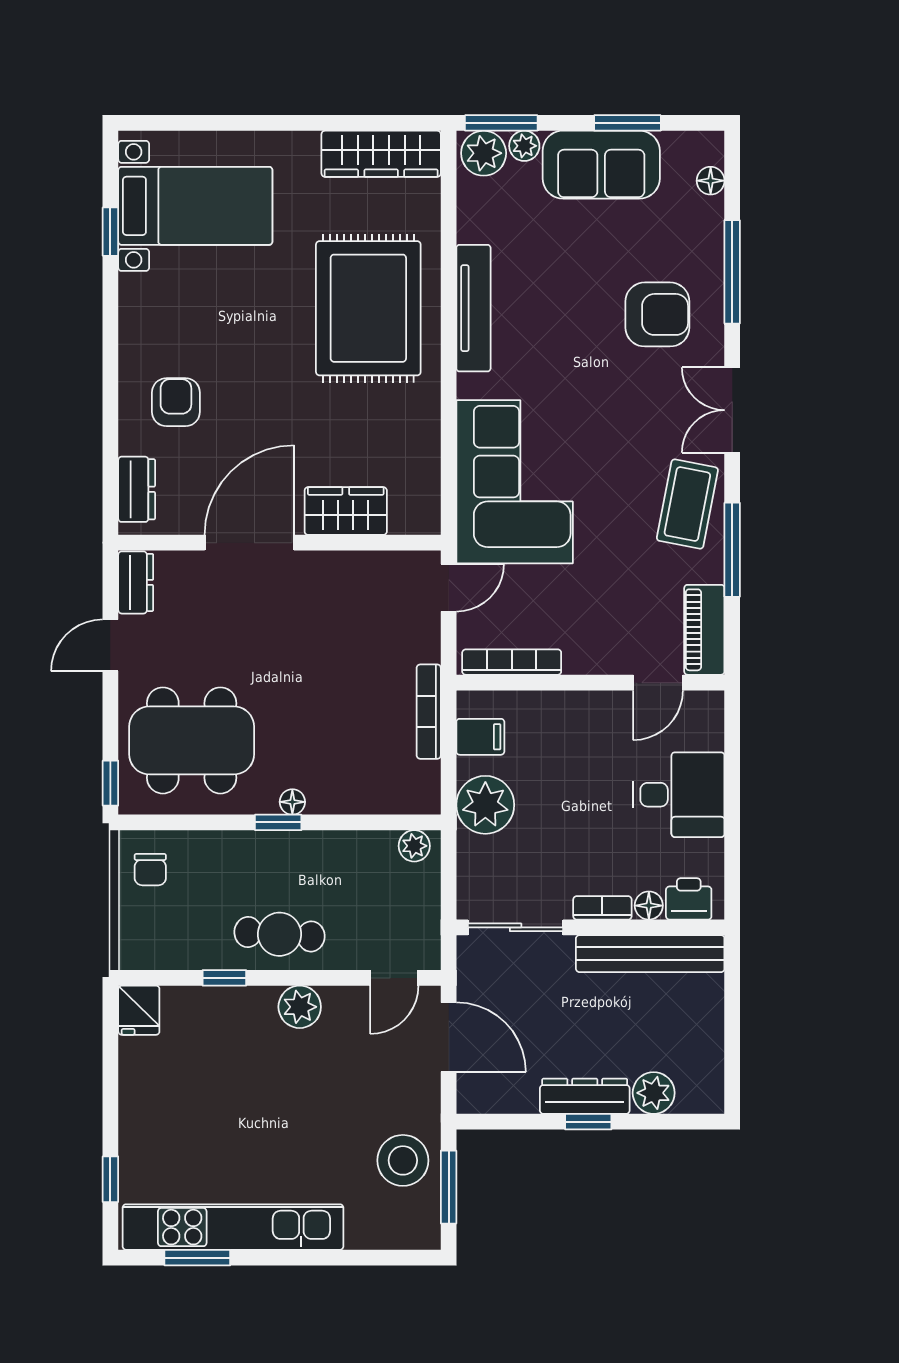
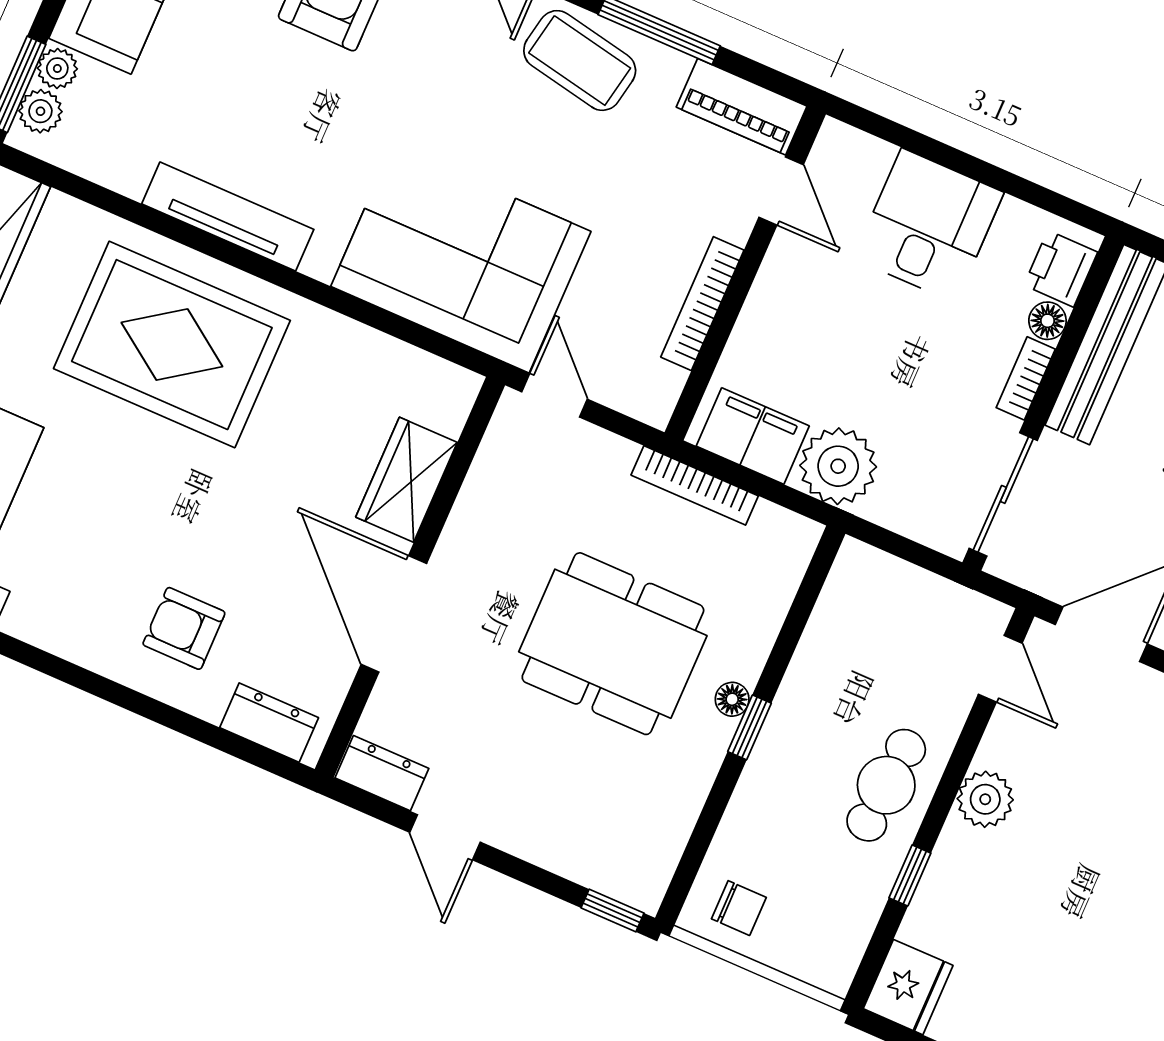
plant: (484, 153) -> (40, 111), width x0.73, depth x0.73
bookcase: (512, 662) -> (702, 304), moved
filing cabinet: (480, 737) -> (753, 436), width x2.00
dining table: (192, 740) -> (613, 644), moved, turned 90
plant: (414, 846) -> (850, 574), removed
fridge: (139, 1010) -> (908, 987), width x1.38

